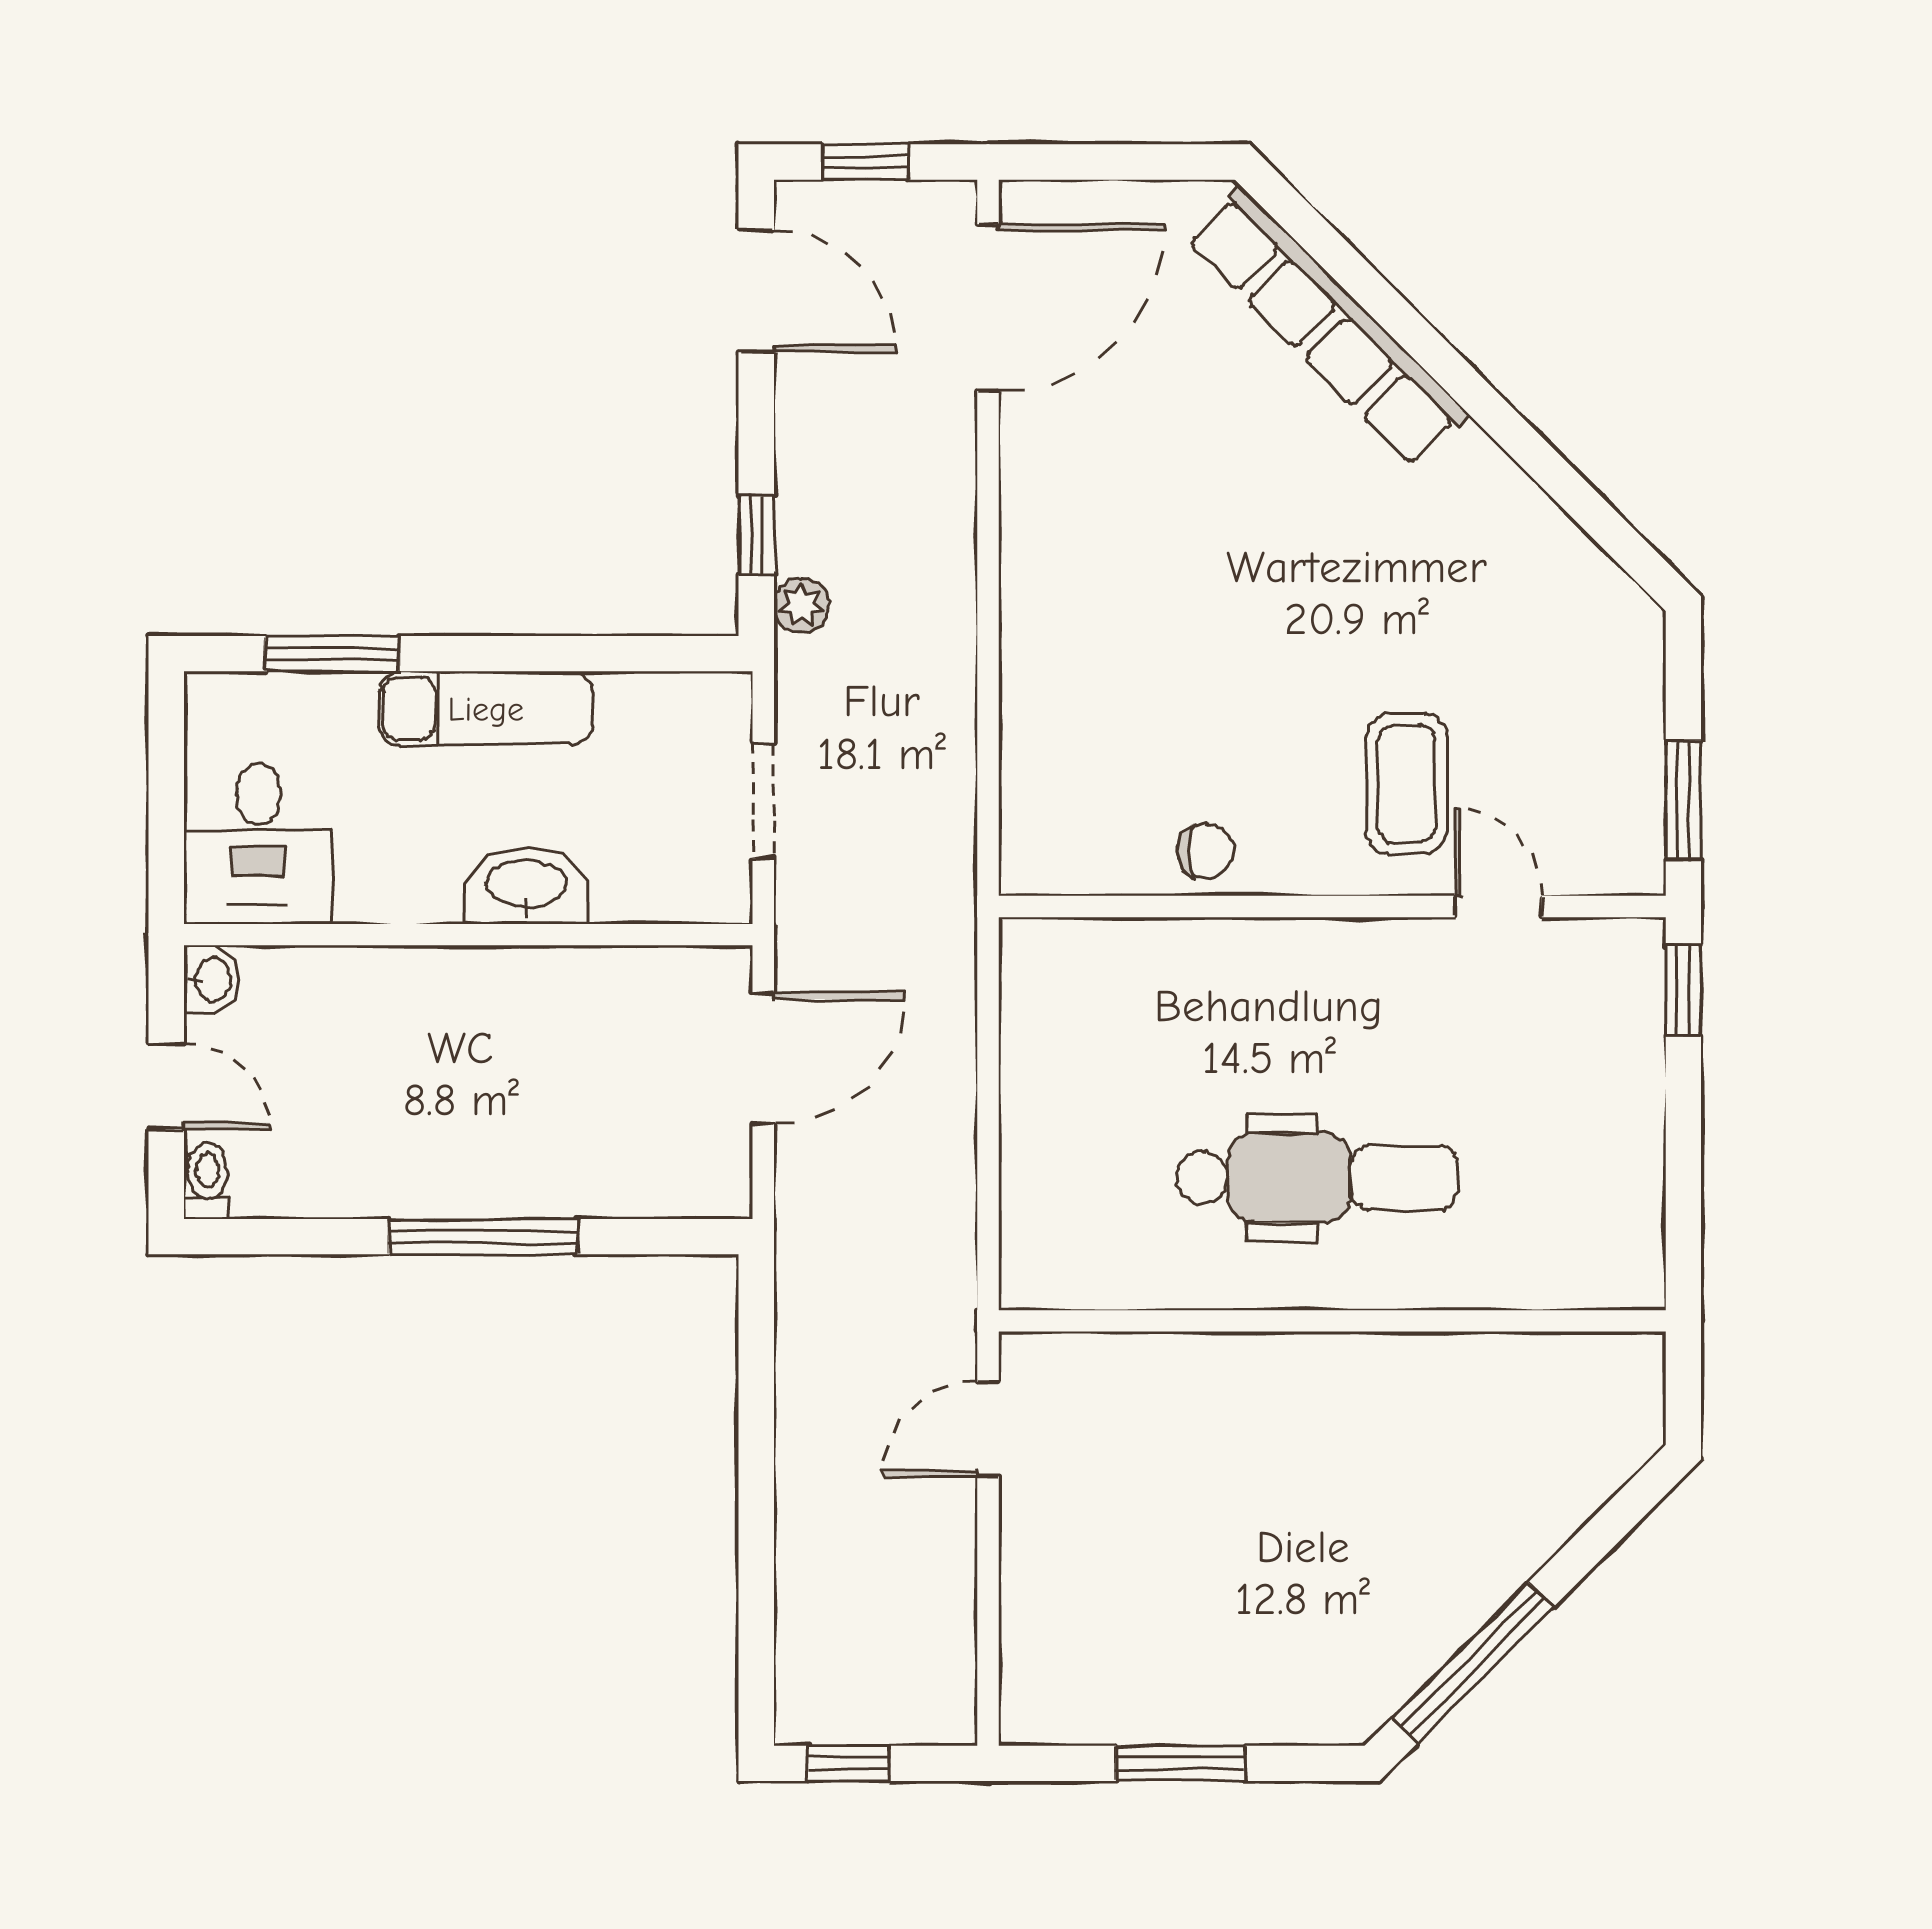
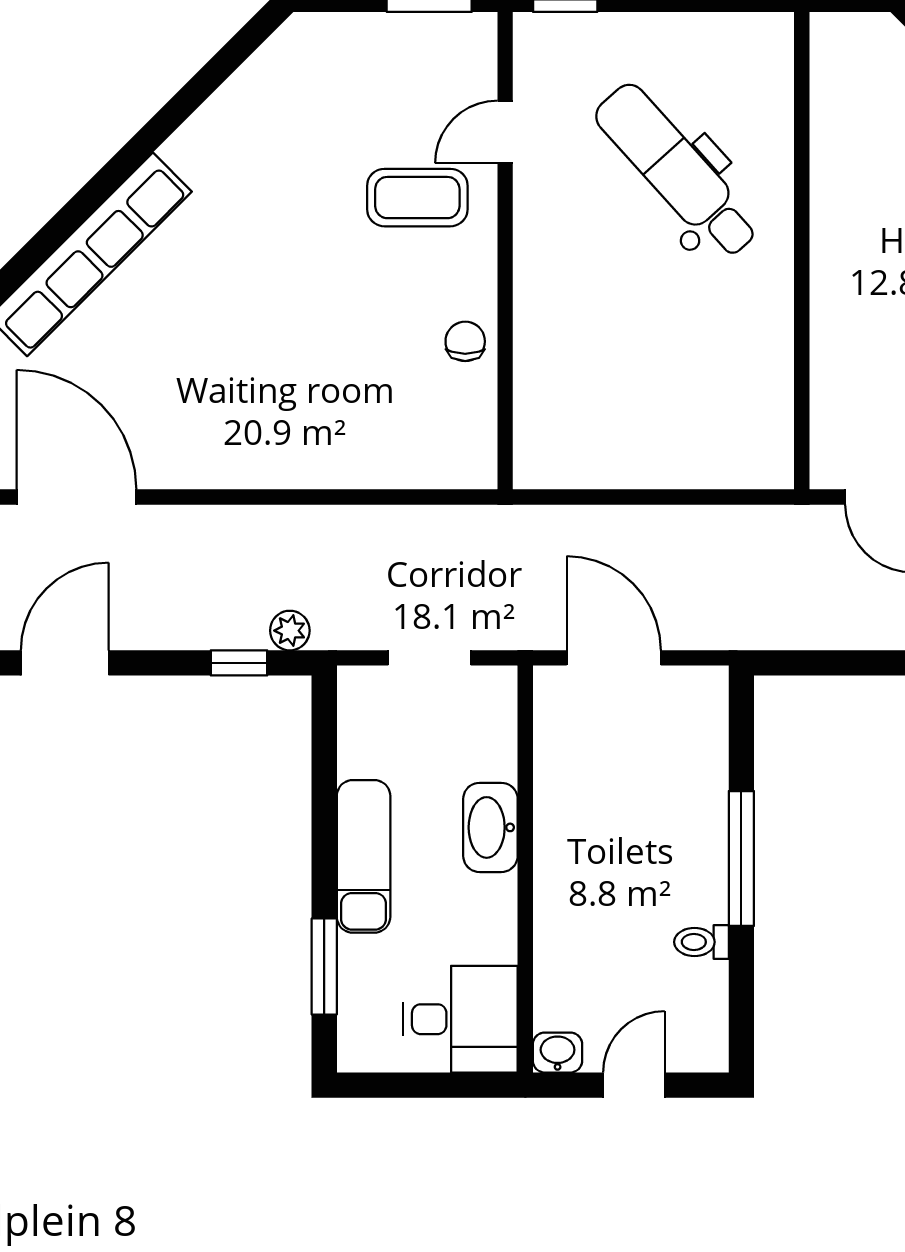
dental chair: (1317, 1178) -> (677, 171), moved, turned -42
toilet: (207, 1181) -> (702, 942), moved

